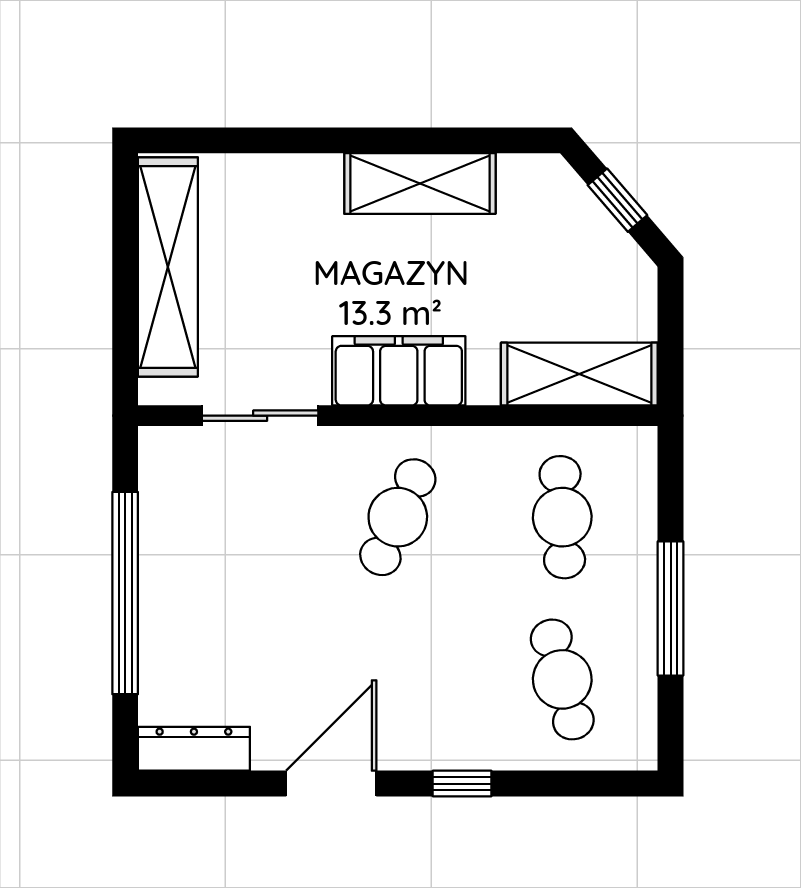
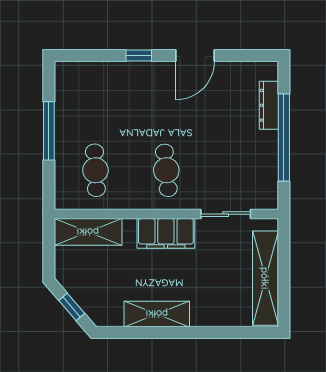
cafe table: (398, 517) -> (166, 170), turned -30
cafe table: (562, 679) -> (95, 100), removed
dresser: (194, 749) -> (269, 105), moved, turned 90

